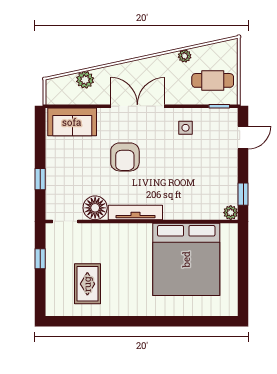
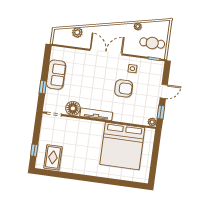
sofa: (72, 122) -> (56, 75), moved, turned -90
door: (243, 138) -> (164, 91), moved
armchair: (125, 157) -> (124, 88), moved, turned -90
window: (40, 259) -> (34, 150), moved
rug: (87, 284) -> (53, 157), moved

